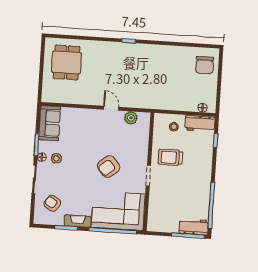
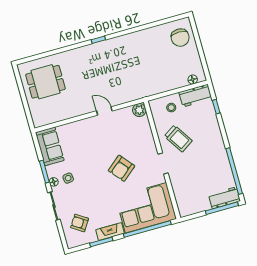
dining table: (67, 62) -> (46, 82), turned 90
plant: (131, 118) -> (139, 110), moved
trolley: (170, 157) -> (178, 138), turned -123

